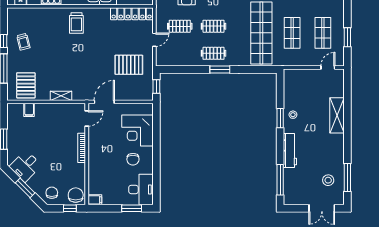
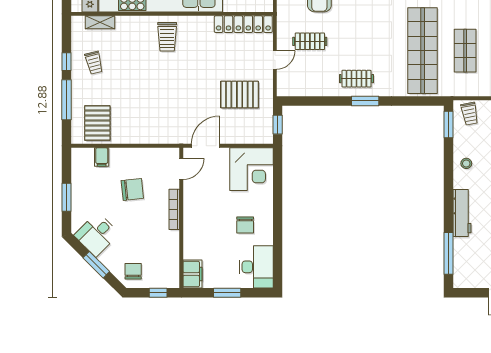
clothes rail: (213, 26) -> (356, 41), removed
trolley: (295, 79) -> (470, 114), added
shelving: (61, 96) -> (100, 22), moved
window: (280, 118) -> (449, 125), moved
corner desk: (137, 130) -> (251, 169), moved, turned -90
chair: (76, 195) -> (132, 189), moved, turned 84
filing cabinet: (95, 200) -> (193, 274), width x2.00
window: (132, 208) -> (227, 293), moved

